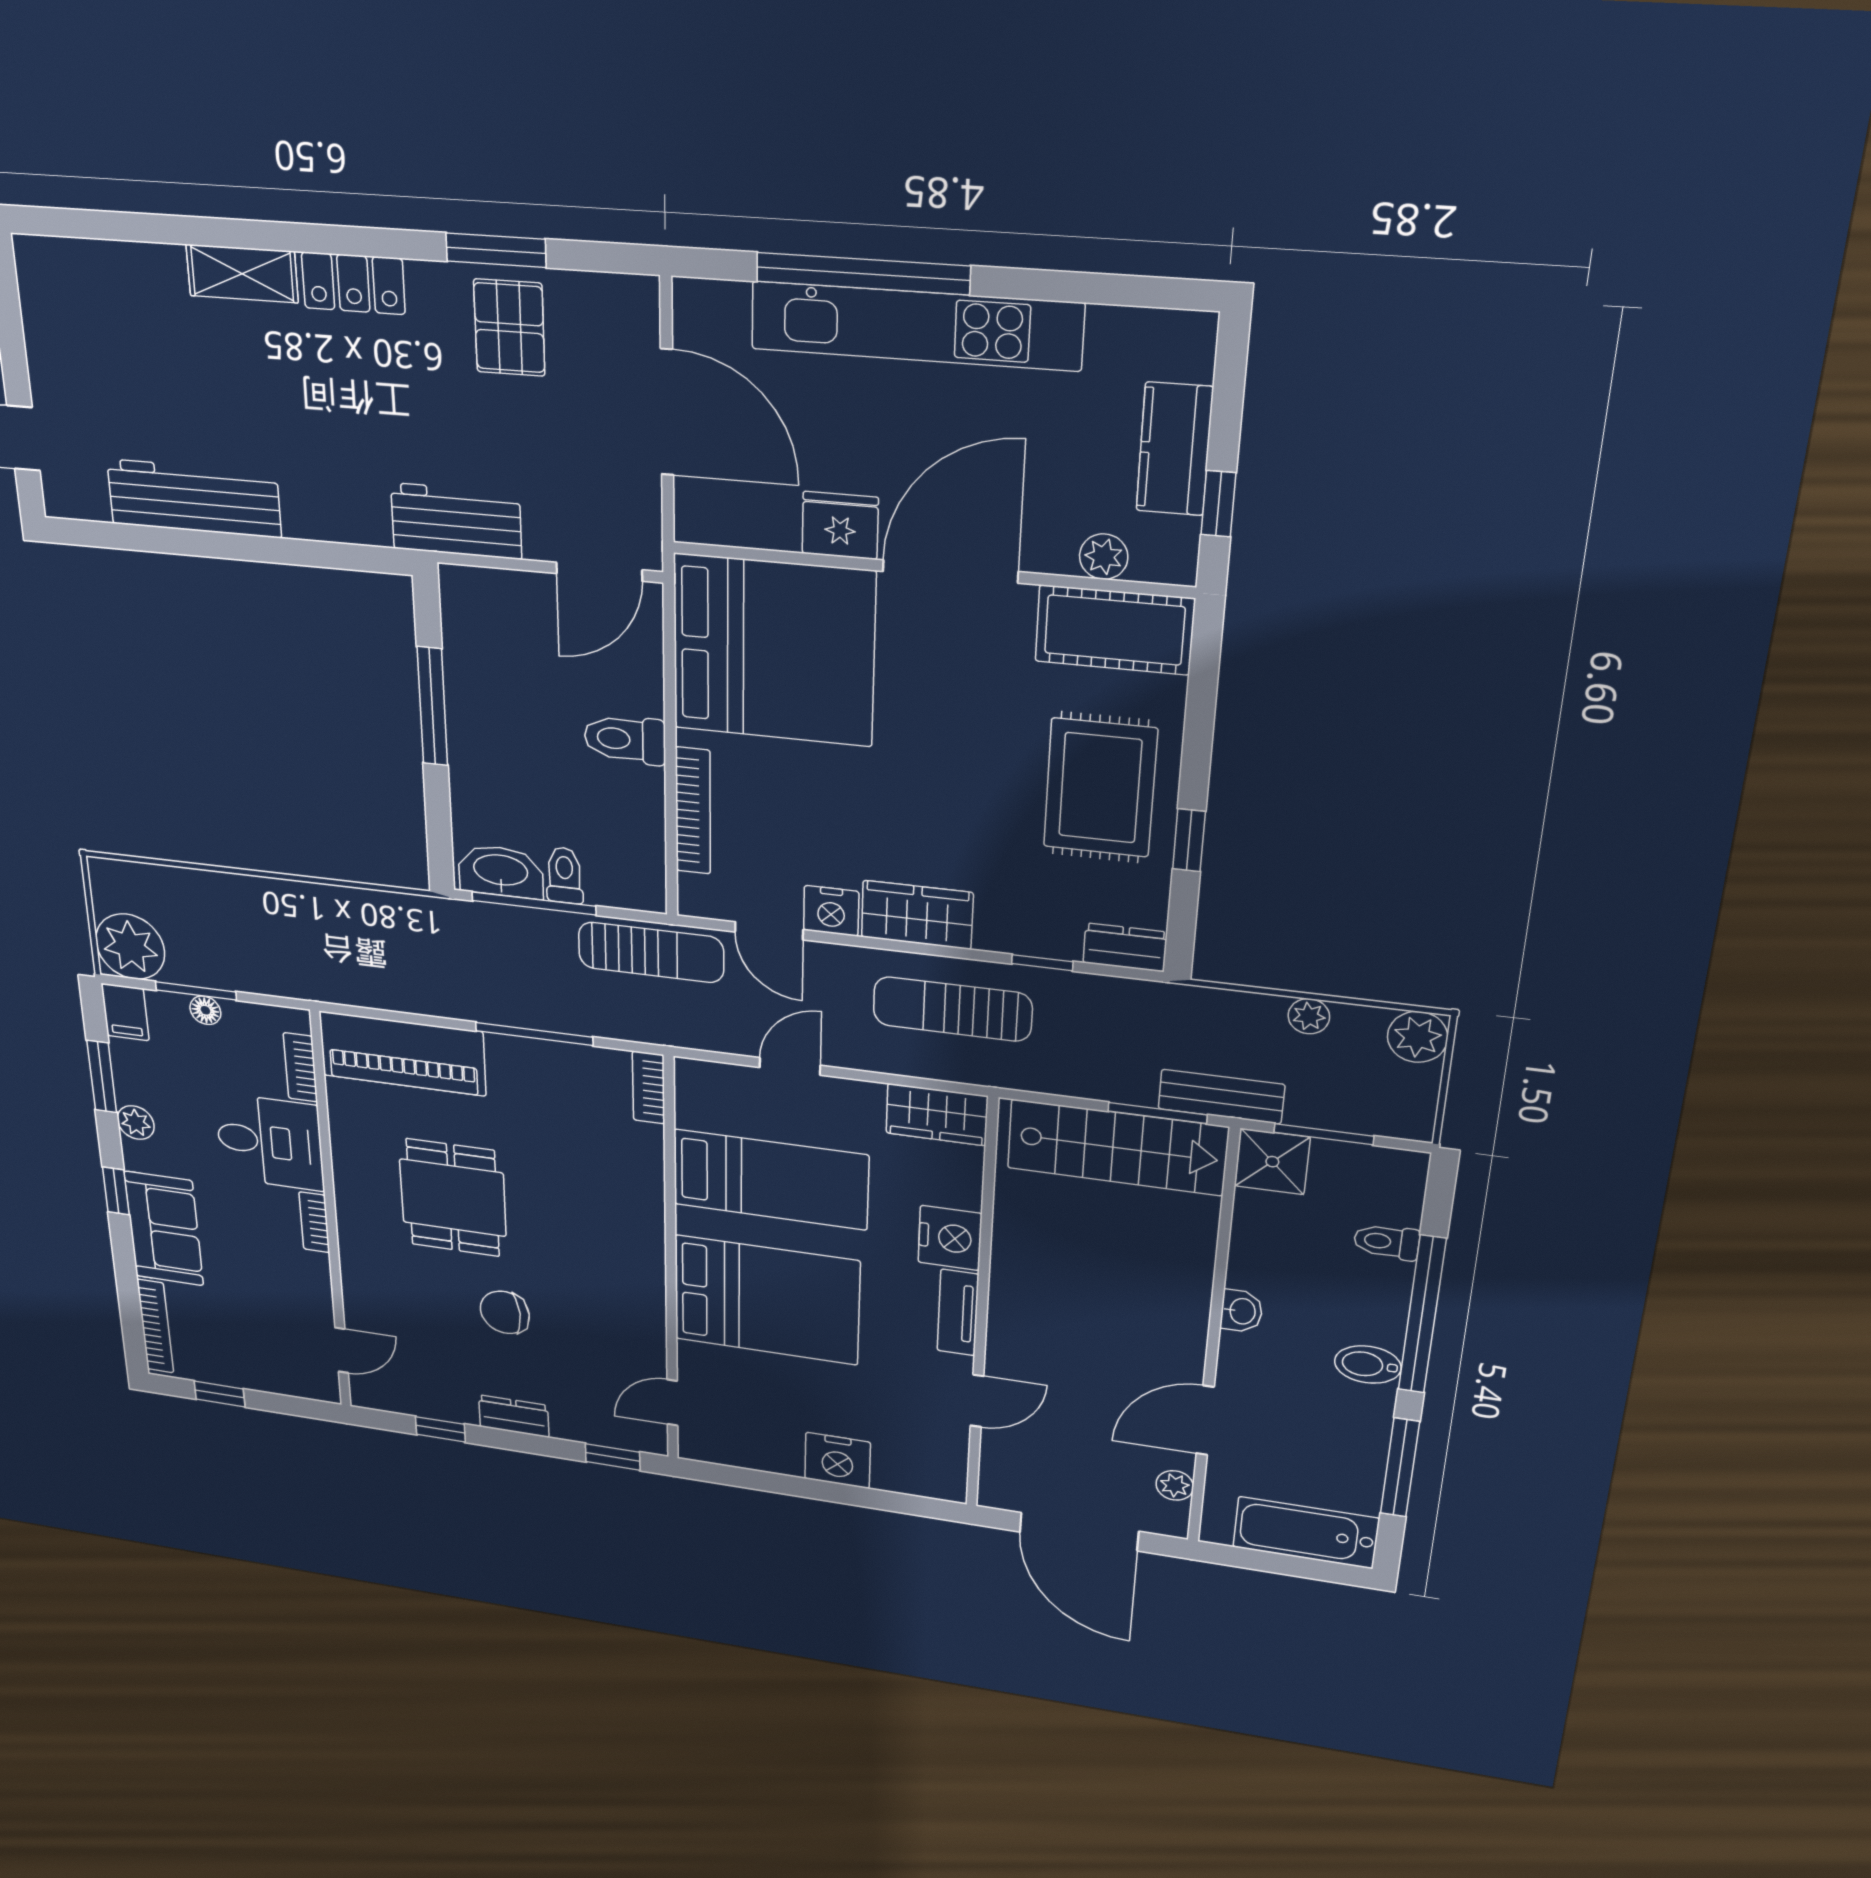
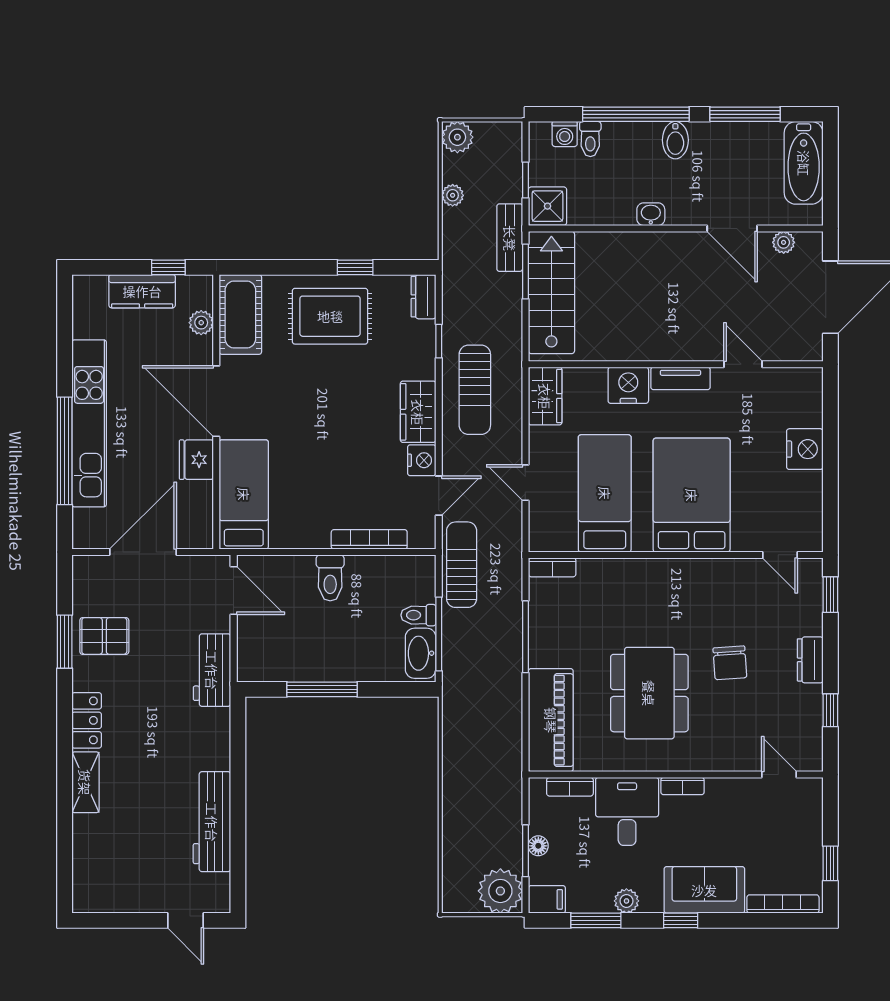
bed: (773, 651) -> (244, 494), width x0.49
window: (1324, 1134) -> (525, 180), width x0.67
dining table: (453, 1198) -> (649, 693), width x1.38
washing machine: (1401, 1205) -> (565, 134), added

